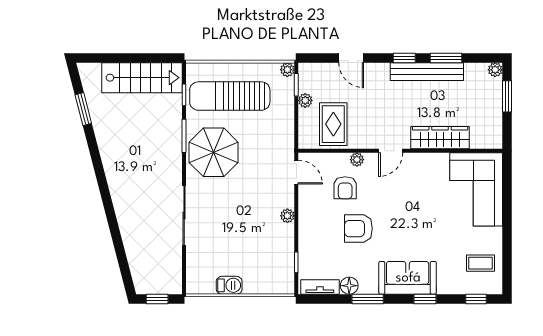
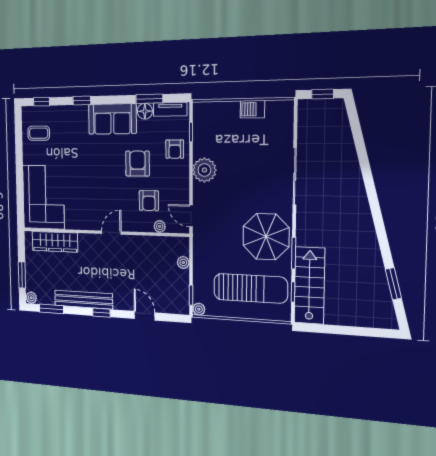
window: (446, 58) -> (51, 309), moved
stairs: (142, 78) -> (309, 285), moved, turned 90
plant: (305, 100) -> (183, 262), moved
rug: (333, 124) -> (159, 258), removed
wardrobe: (440, 138) -> (55, 242), moved
plant: (357, 160) -> (160, 226), moved
armchair: (345, 188) -> (149, 201), turned 180
plant: (287, 216) -> (204, 170), width x1.87, depth x1.87
armchair: (358, 229) -> (138, 164), turned -90
armchair: (315, 244) -> (175, 149), added
sofa: (408, 278) -> (112, 119), moved
window: (368, 299) -> (149, 99), moved

